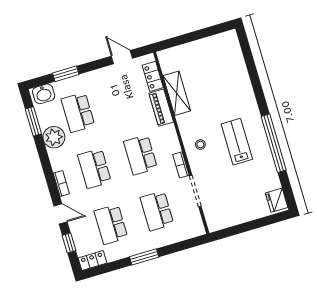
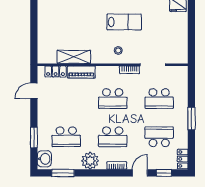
plant: (54, 137) -> (90, 161), moved
lab bench: (237, 142) -> (124, 22), turned 180
school desk: (111, 224) -> (159, 137), turned 180

